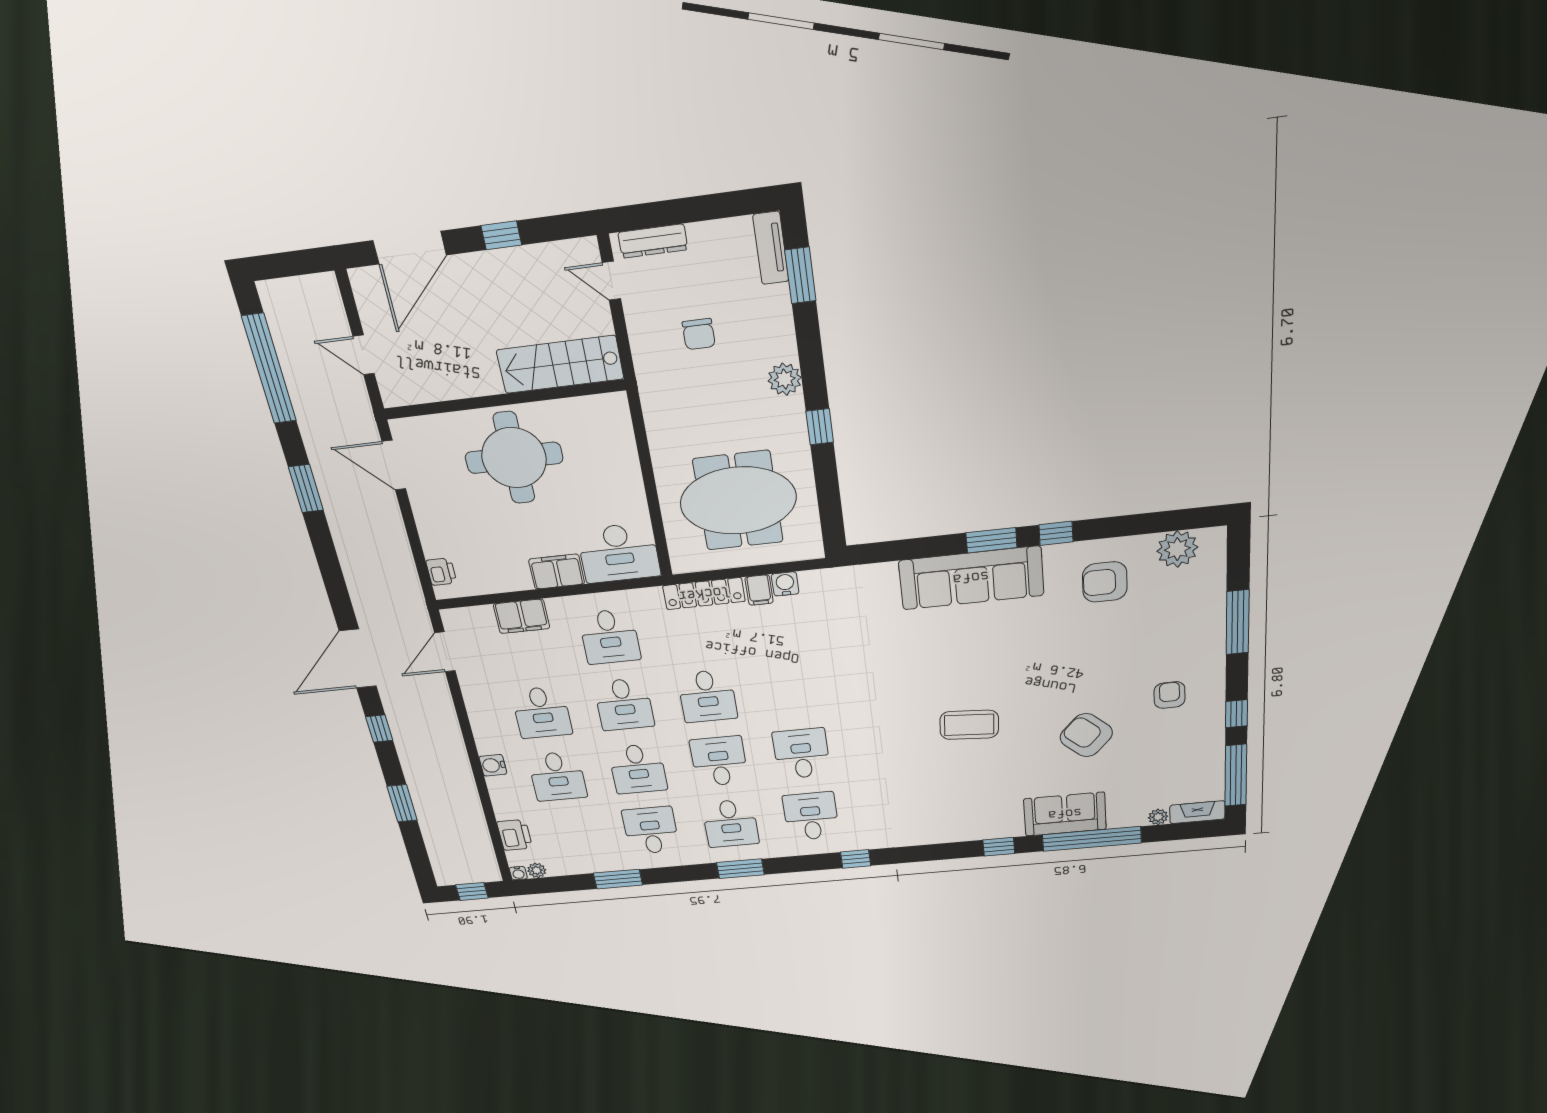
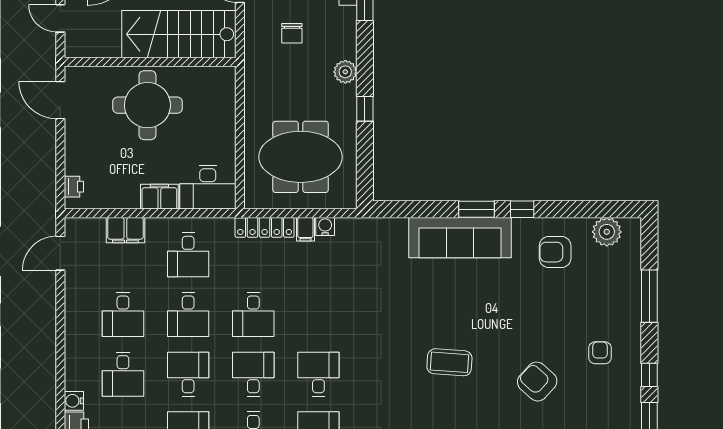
stairs: (560, 364) -> (179, 34), width x1.36, depth x1.51
water cooler: (493, 765) -> (74, 401), moved
desk: (638, 769) -> (188, 374), turned 180

